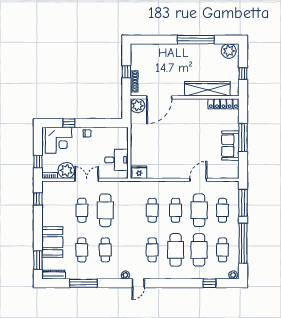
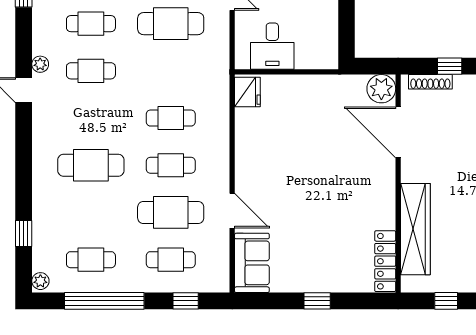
window: (243, 138) -> (317, 301), width x0.46
sofa: (230, 146) -> (252, 263), moved, turned 90
window: (243, 203) -> (186, 301), width x0.46
cafe table: (152, 250) -> (91, 71), moved
cafe table: (199, 250) -> (91, 212), removed

